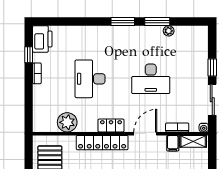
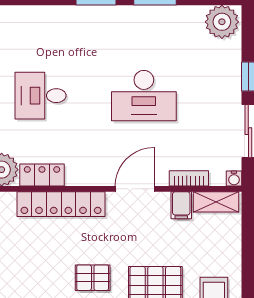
plant: (169, 31) -> (222, 22), moved, width x1.88, depth x1.88
desk: (90, 79) -> (41, 96), width x0.73
locker: (111, 125) -> (42, 175), moved

